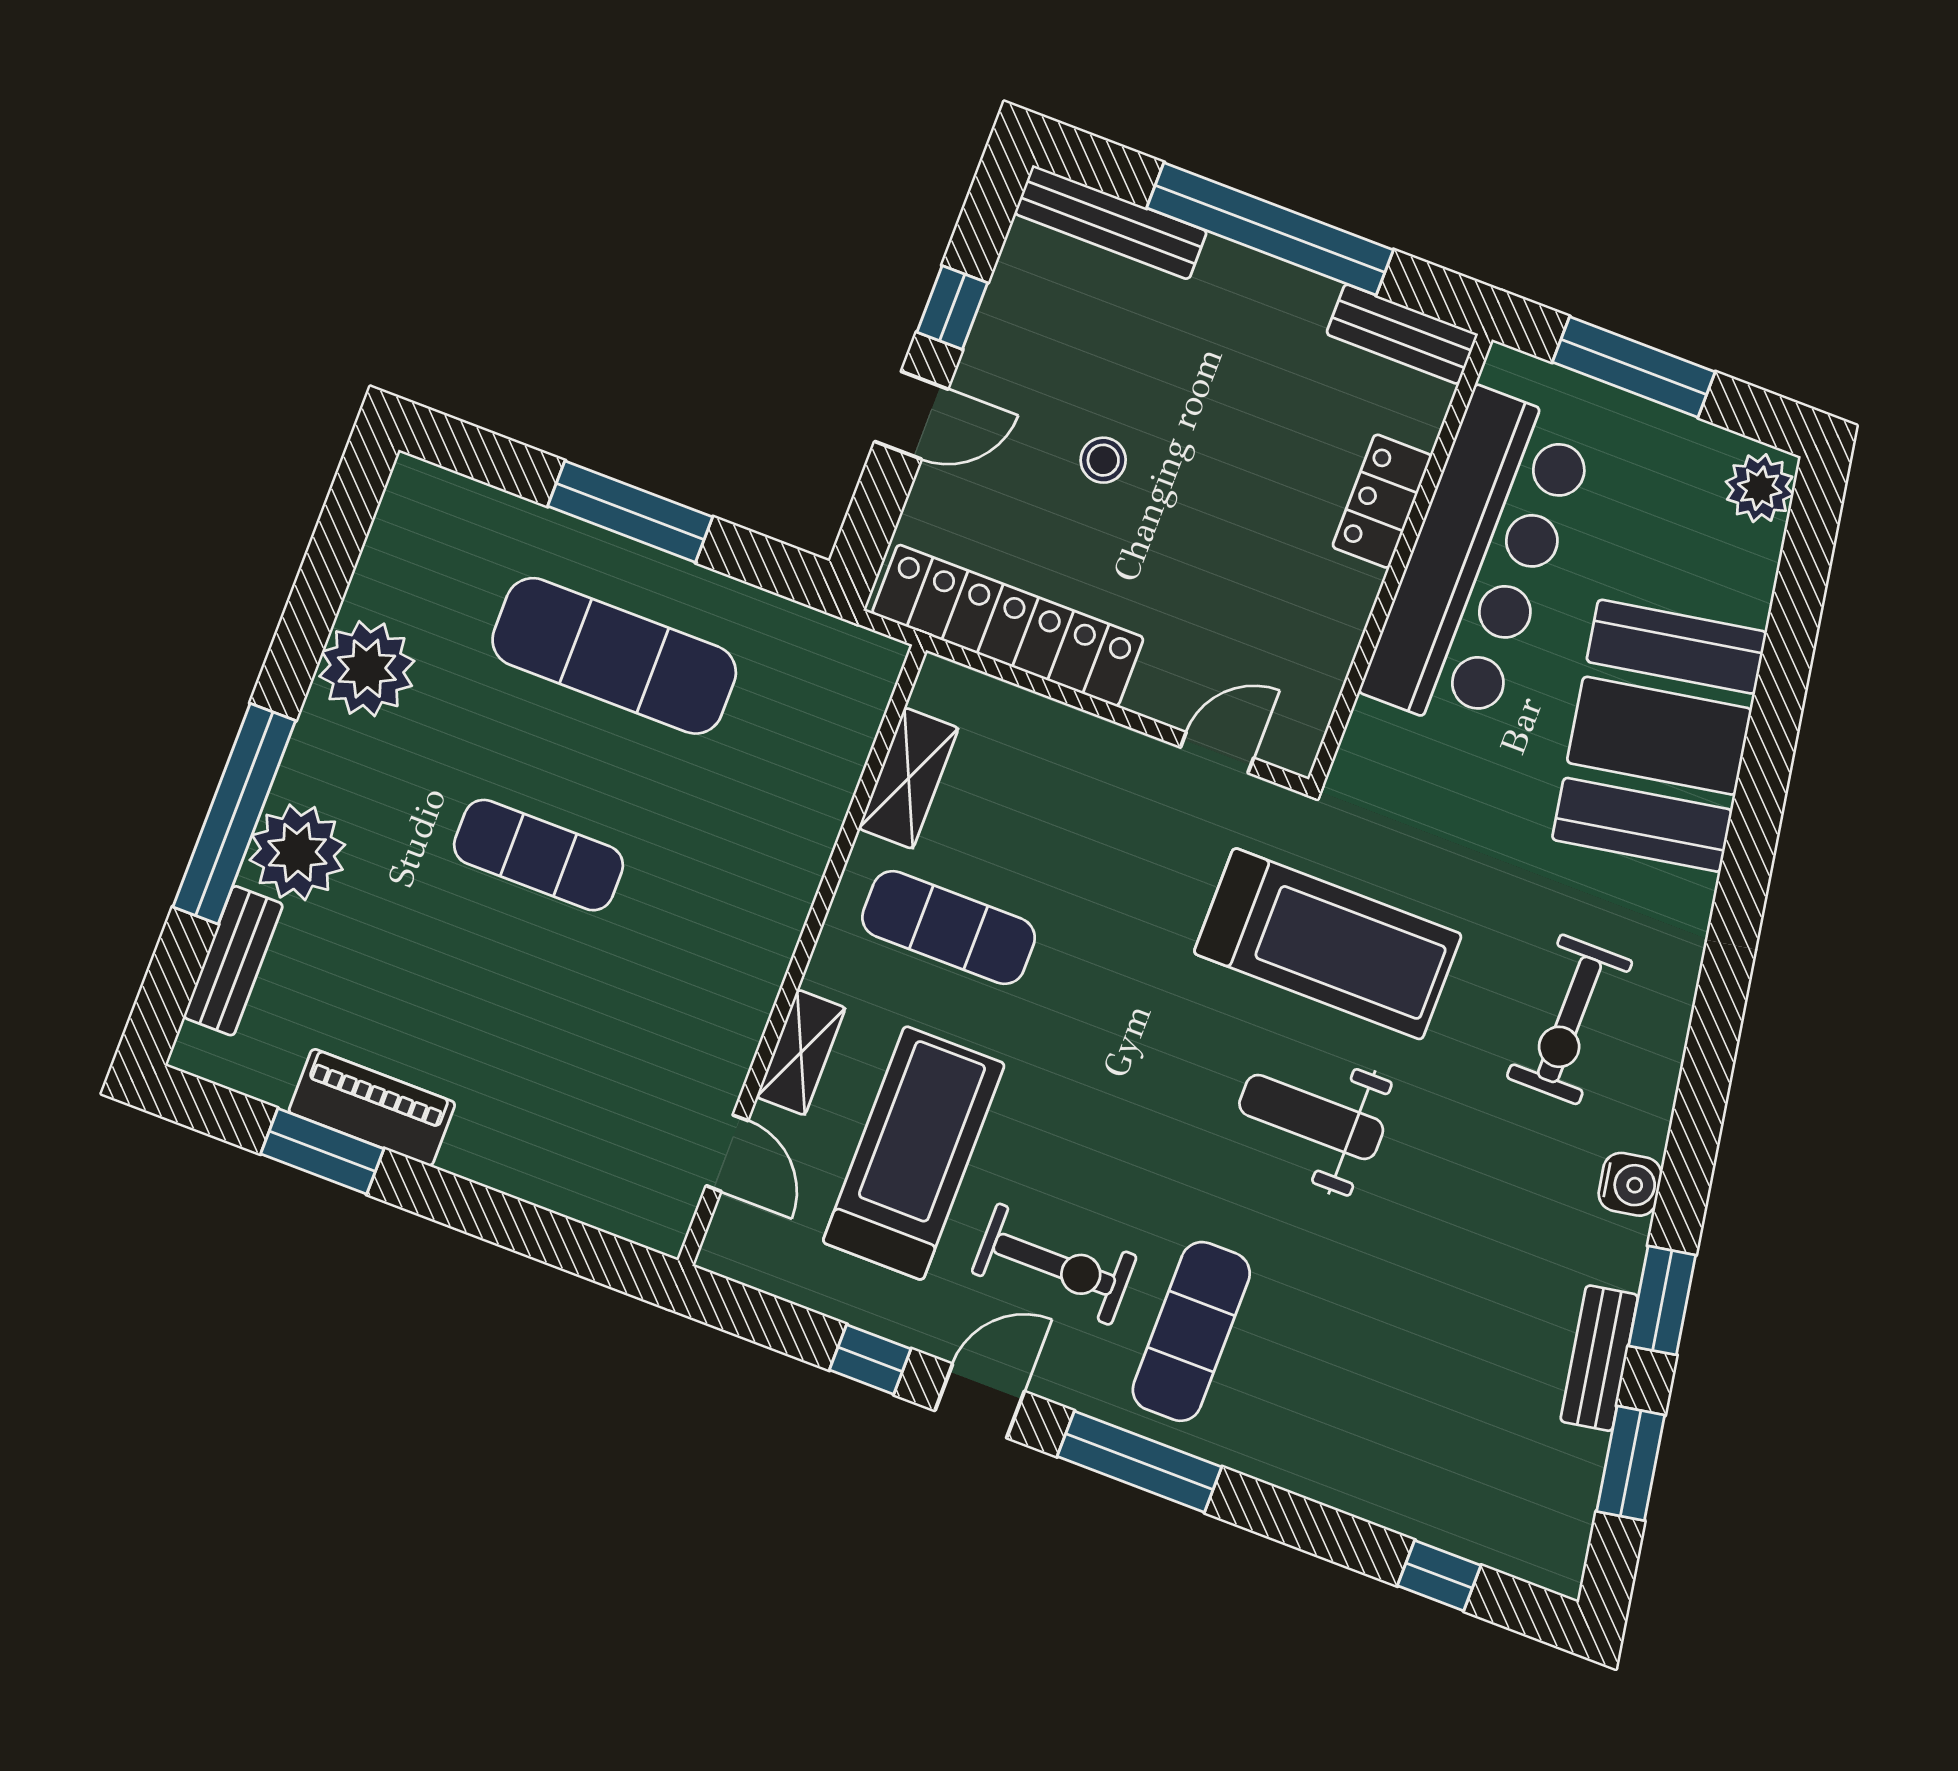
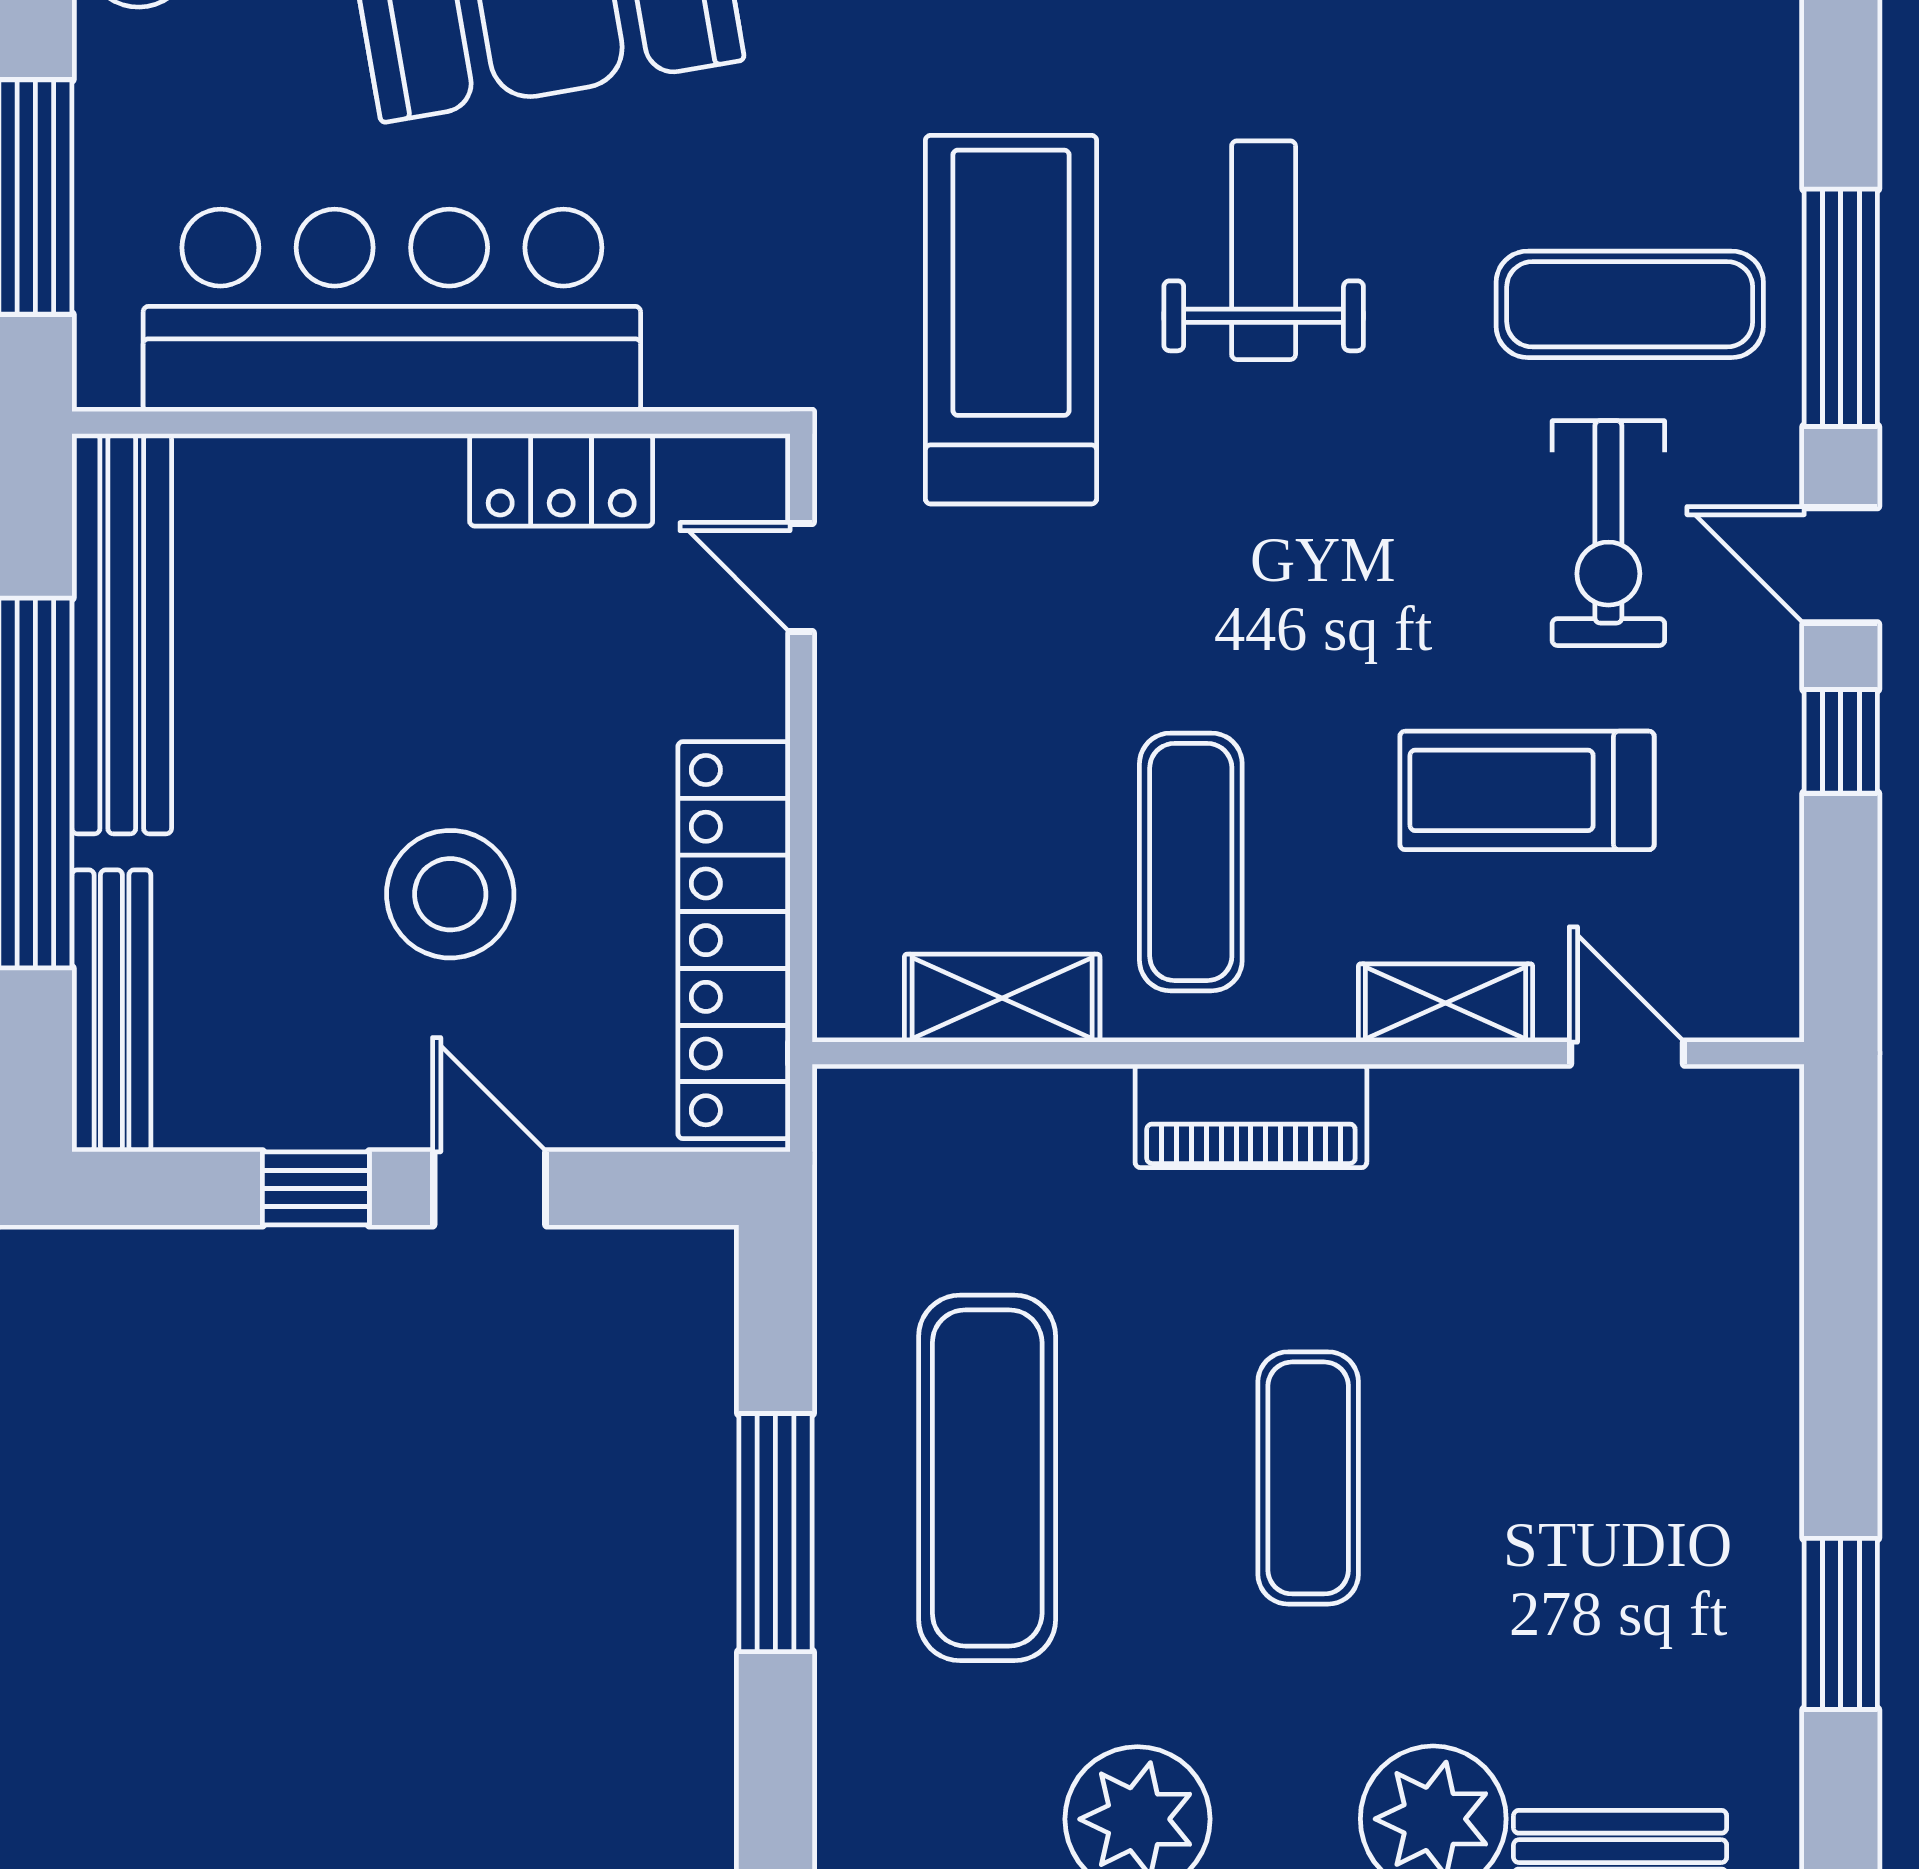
bench: (1402, 334) -> (122, 634), width x1.86, depth x1.21
stool: (1103, 460) -> (450, 894), width x1.89, depth x1.89
locker: (1382, 501) -> (561, 480), moved
piano: (372, 1107) -> (1251, 1116), moved, turned -90
weight bench: (1311, 1117) -> (1264, 250), turned 180
door: (727, 1153) -> (1627, 1053), hinge flipped
treadmill: (914, 1153) -> (1527, 790), width x0.73, depth x0.73
exercise bike: (1054, 1264) -> (1608, 533), turned 180

